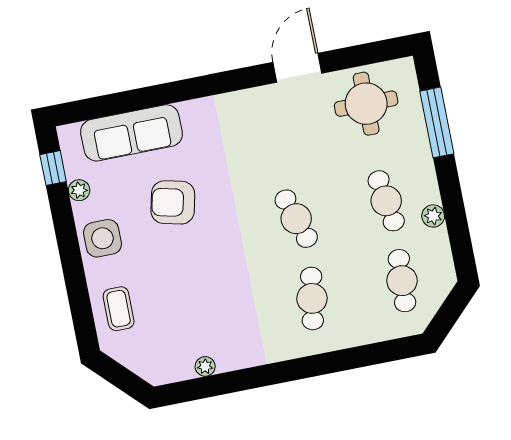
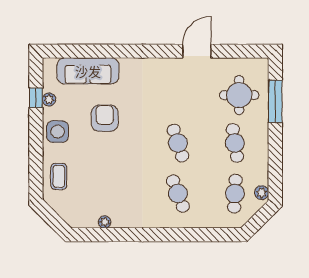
round table: (366, 104) -> (239, 95), moved
window: (53, 168) -> (36, 98), moved
armchair: (173, 202) -> (105, 118), turned 77
plant: (433, 216) -> (262, 193), moved
cafe table: (312, 298) -> (178, 193), turned -30

